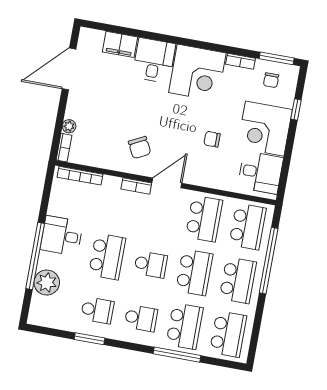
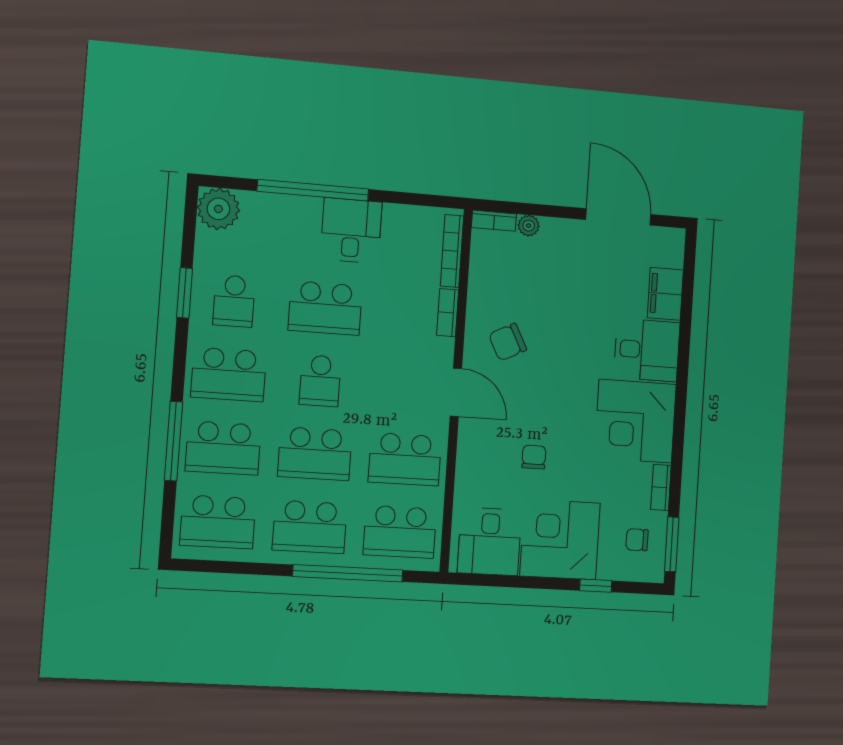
bookcase: (136, 186) -> (448, 313), moved
plant: (47, 283) -> (218, 209), moved
school desk: (141, 318) -> (229, 374), width x1.85

